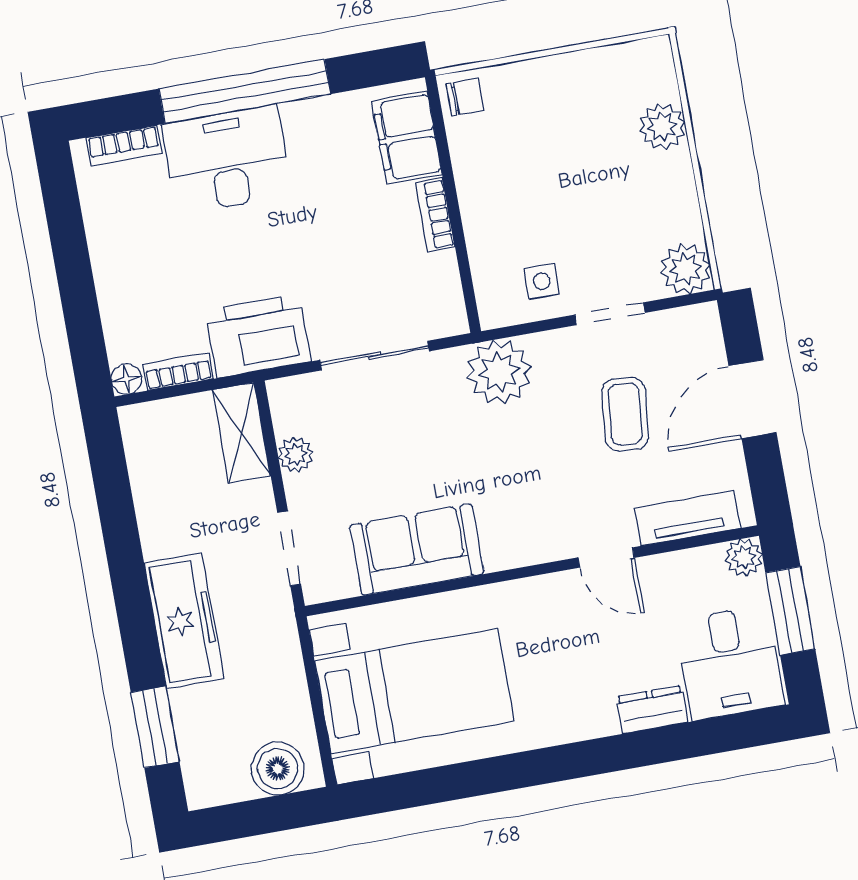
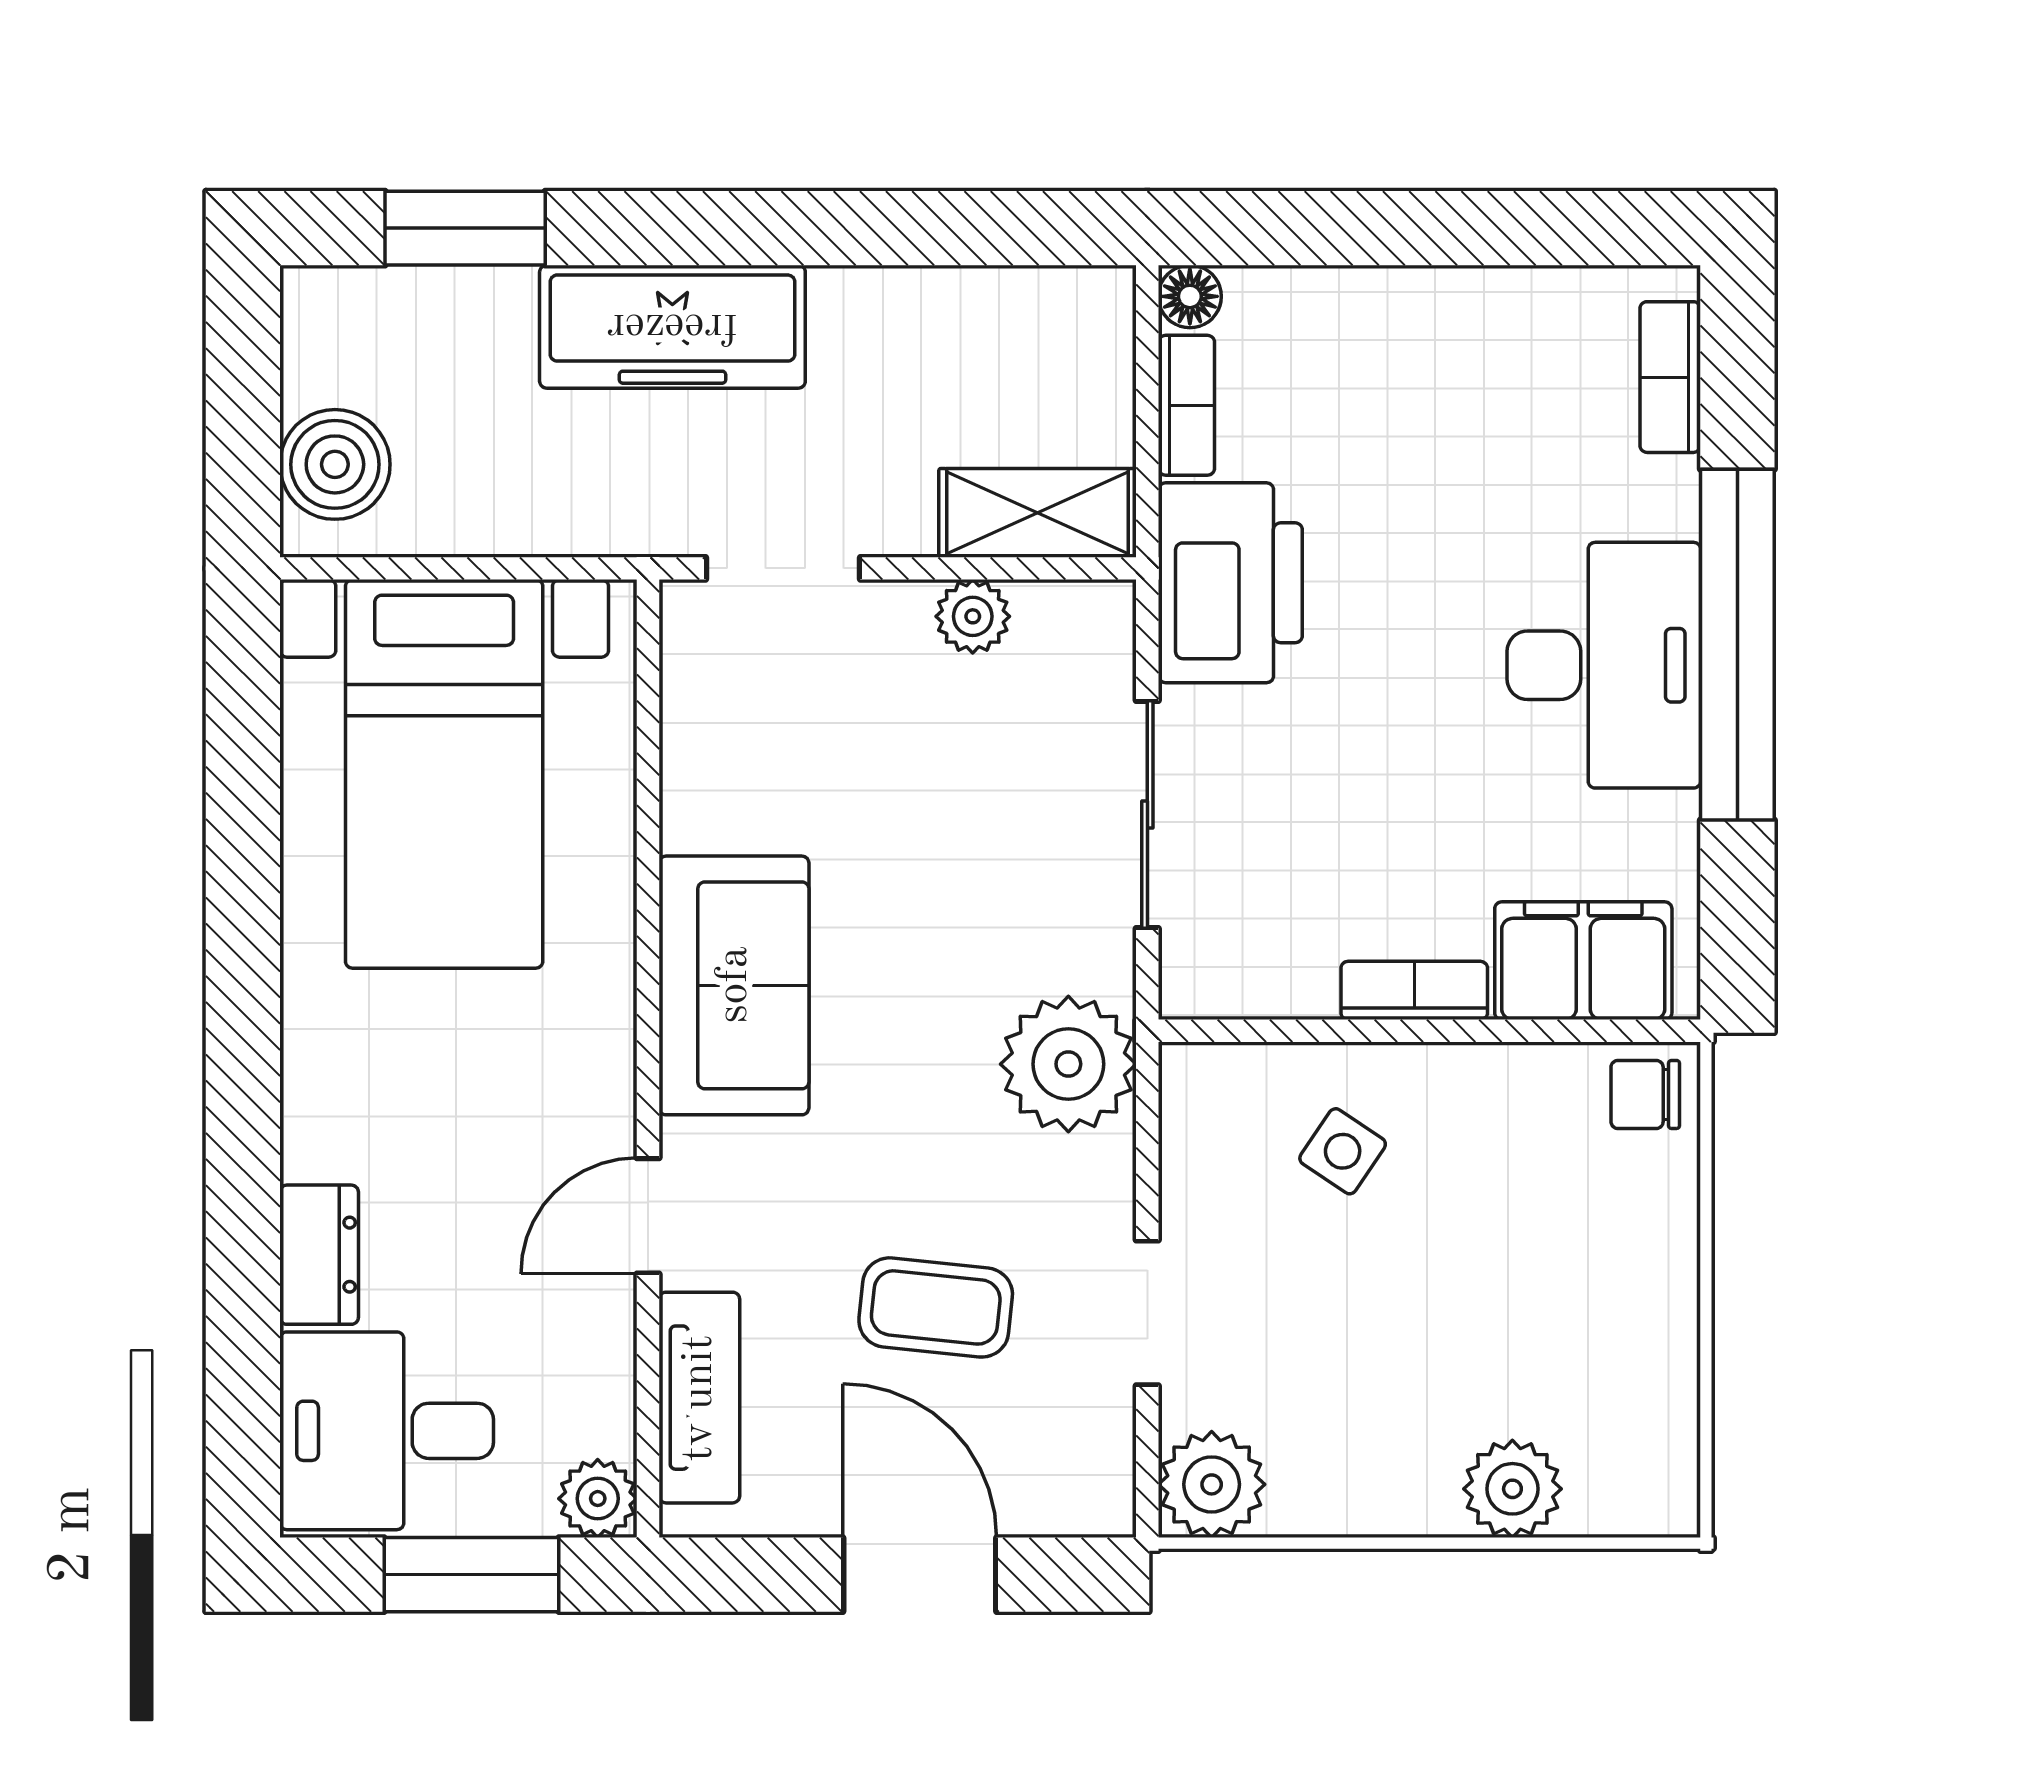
chair: (465, 97) -> (1645, 1094), turned 90
desk: (227, 160) -> (1604, 665), moved
side table: (542, 281) -> (1343, 1151), moved, turned 34
sofa: (417, 549) -> (734, 985), moved

